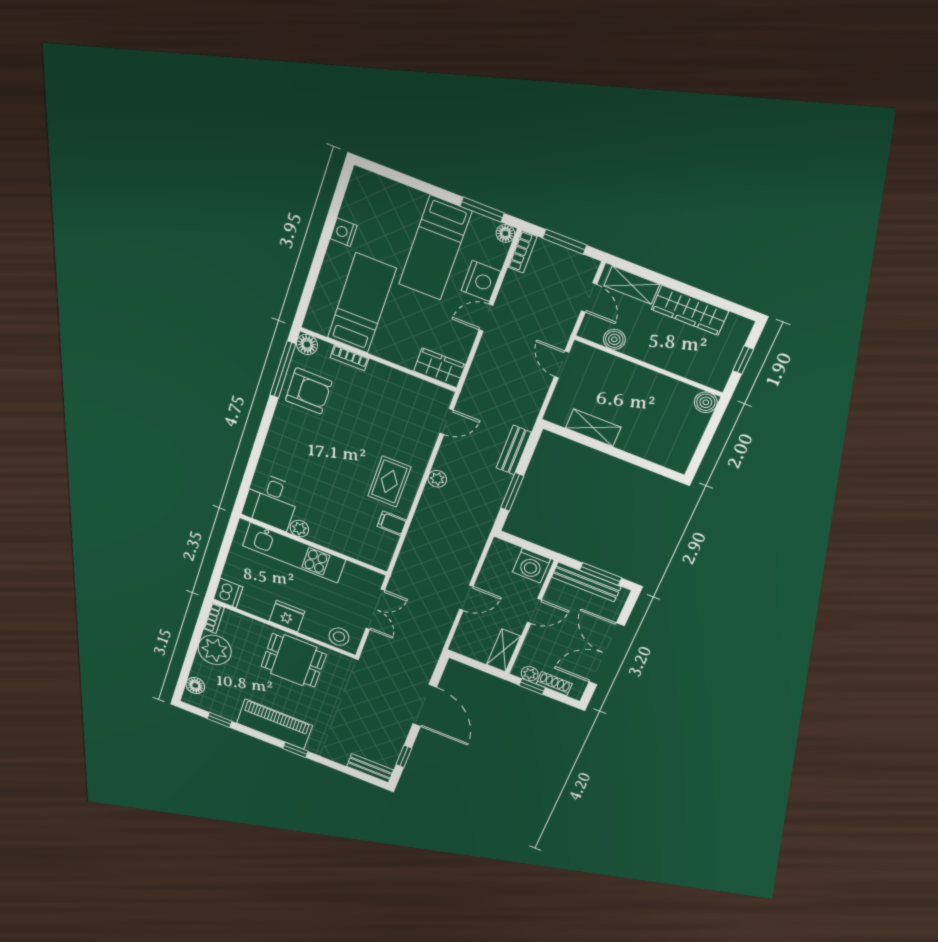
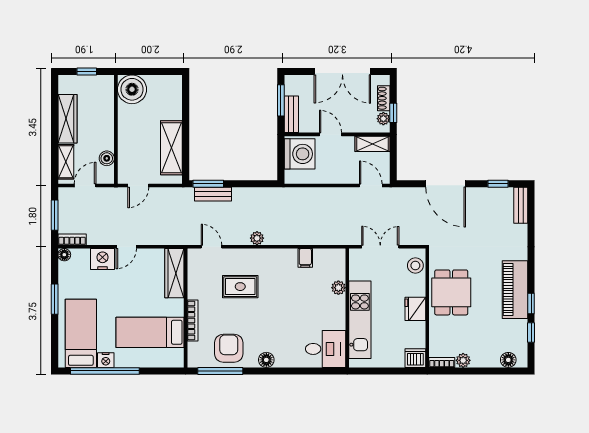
window: (482, 210) -> (55, 299), moved
window: (329, 225) -> (105, 371), added
bed: (435, 248) -> (81, 333), moved, turned -90
door: (486, 318) -> (126, 247), hinge flipped
floor lamp: (307, 345) -> (266, 360), moved
bookcase: (349, 358) -> (193, 321), width x1.56
wardrobe: (439, 368) -> (174, 273), width x1.50
boiler: (706, 402) -> (132, 89), width x1.86, depth x1.86
shelving: (593, 428) -> (171, 148), width x1.50, depth x1.33
rug: (389, 482) -> (240, 287), moved
window: (512, 492) -> (208, 184), moved
plant: (299, 529) -> (338, 288), moved
washing machine: (531, 566) -> (300, 154), width x1.37, depth x1.37
bench: (586, 582) -> (291, 114), width x0.73
door: (466, 598) -> (371, 185), moved
plant: (215, 650) -> (463, 360), width x0.53, depth x0.53
door: (425, 705) -> (446, 184), swing flipped
window: (295, 750) -> (531, 304), moved

